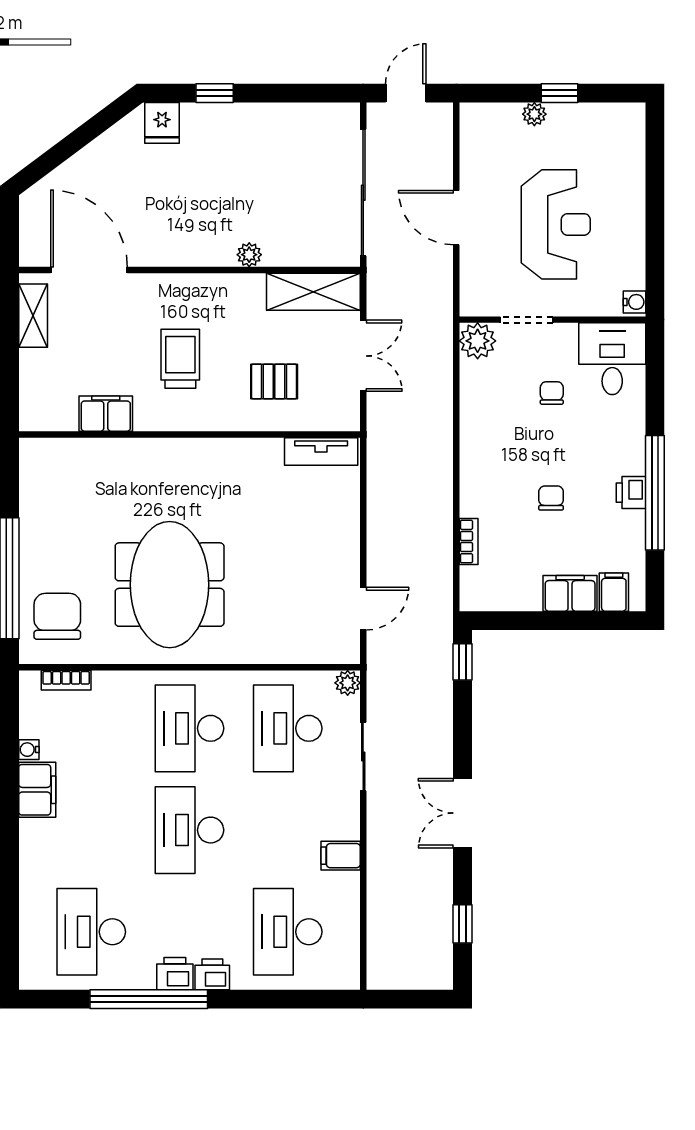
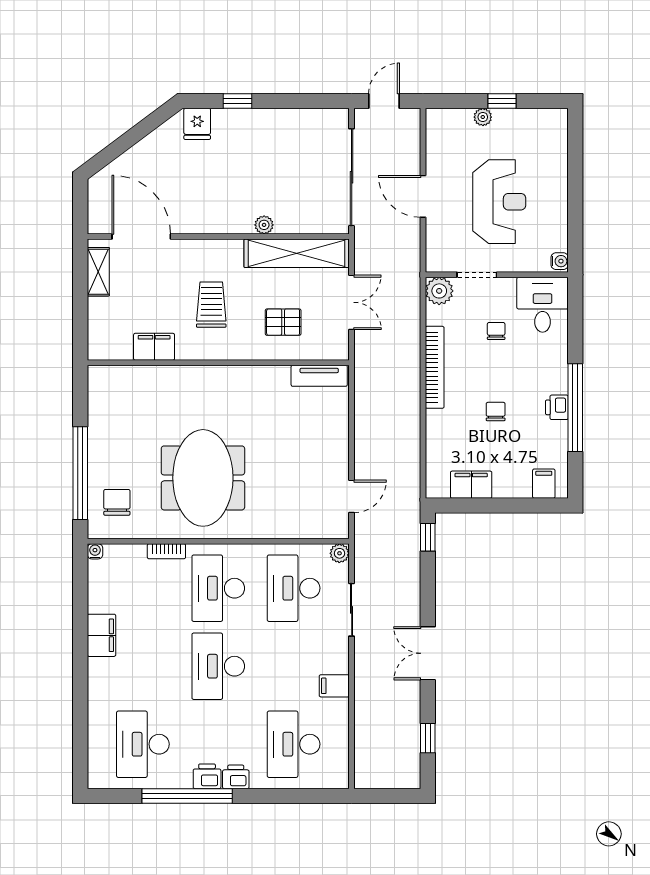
shelving: (313, 292) -> (297, 253), width x1.47
bookcase: (469, 542) -> (435, 367), moved, width x2.31, depth x1.31
filing cabinet: (570, 593) -> (471, 485), moved
chair: (57, 616) -> (117, 502), width x0.73, depth x0.73
bookcase: (66, 680) -> (166, 551), moved
water cooler: (29, 750) -> (95, 551), moved, turned 90

